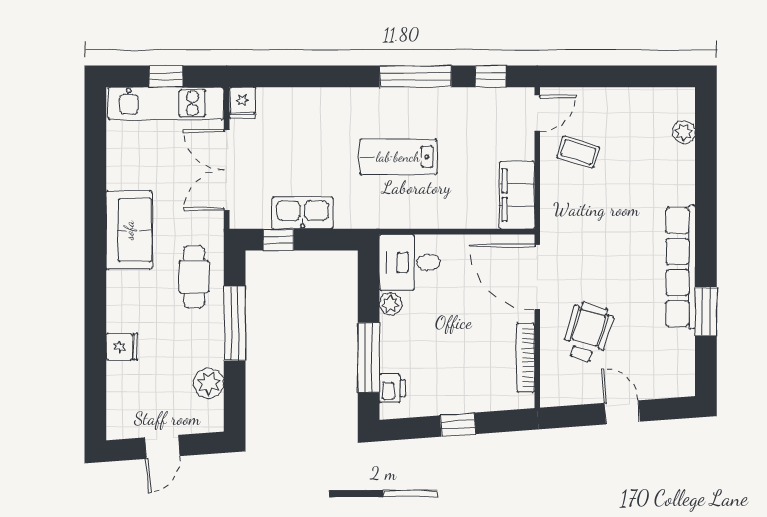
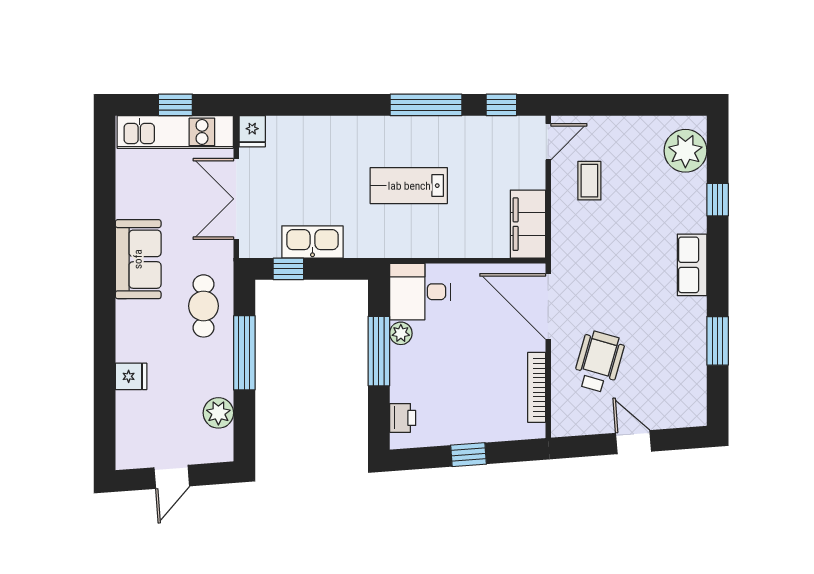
plant: (684, 132) -> (685, 151), width x1.88, depth x1.88
coffee table: (578, 152) -> (589, 181), turned 73
window: (706, 171) -> (718, 200), added
row of seats: (681, 267) -> (692, 265), width x0.50
window: (369, 357) -> (379, 351), moved

